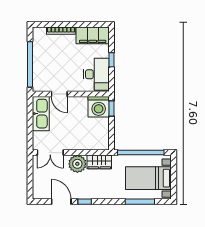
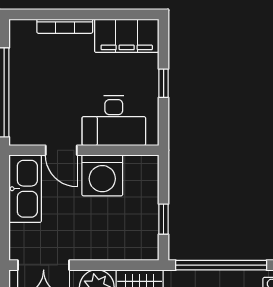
desk: (96, 74) -> (114, 121), moved, turned 90
washing machine: (99, 107) -> (102, 175), moved
window: (111, 108) -> (164, 219), moved

